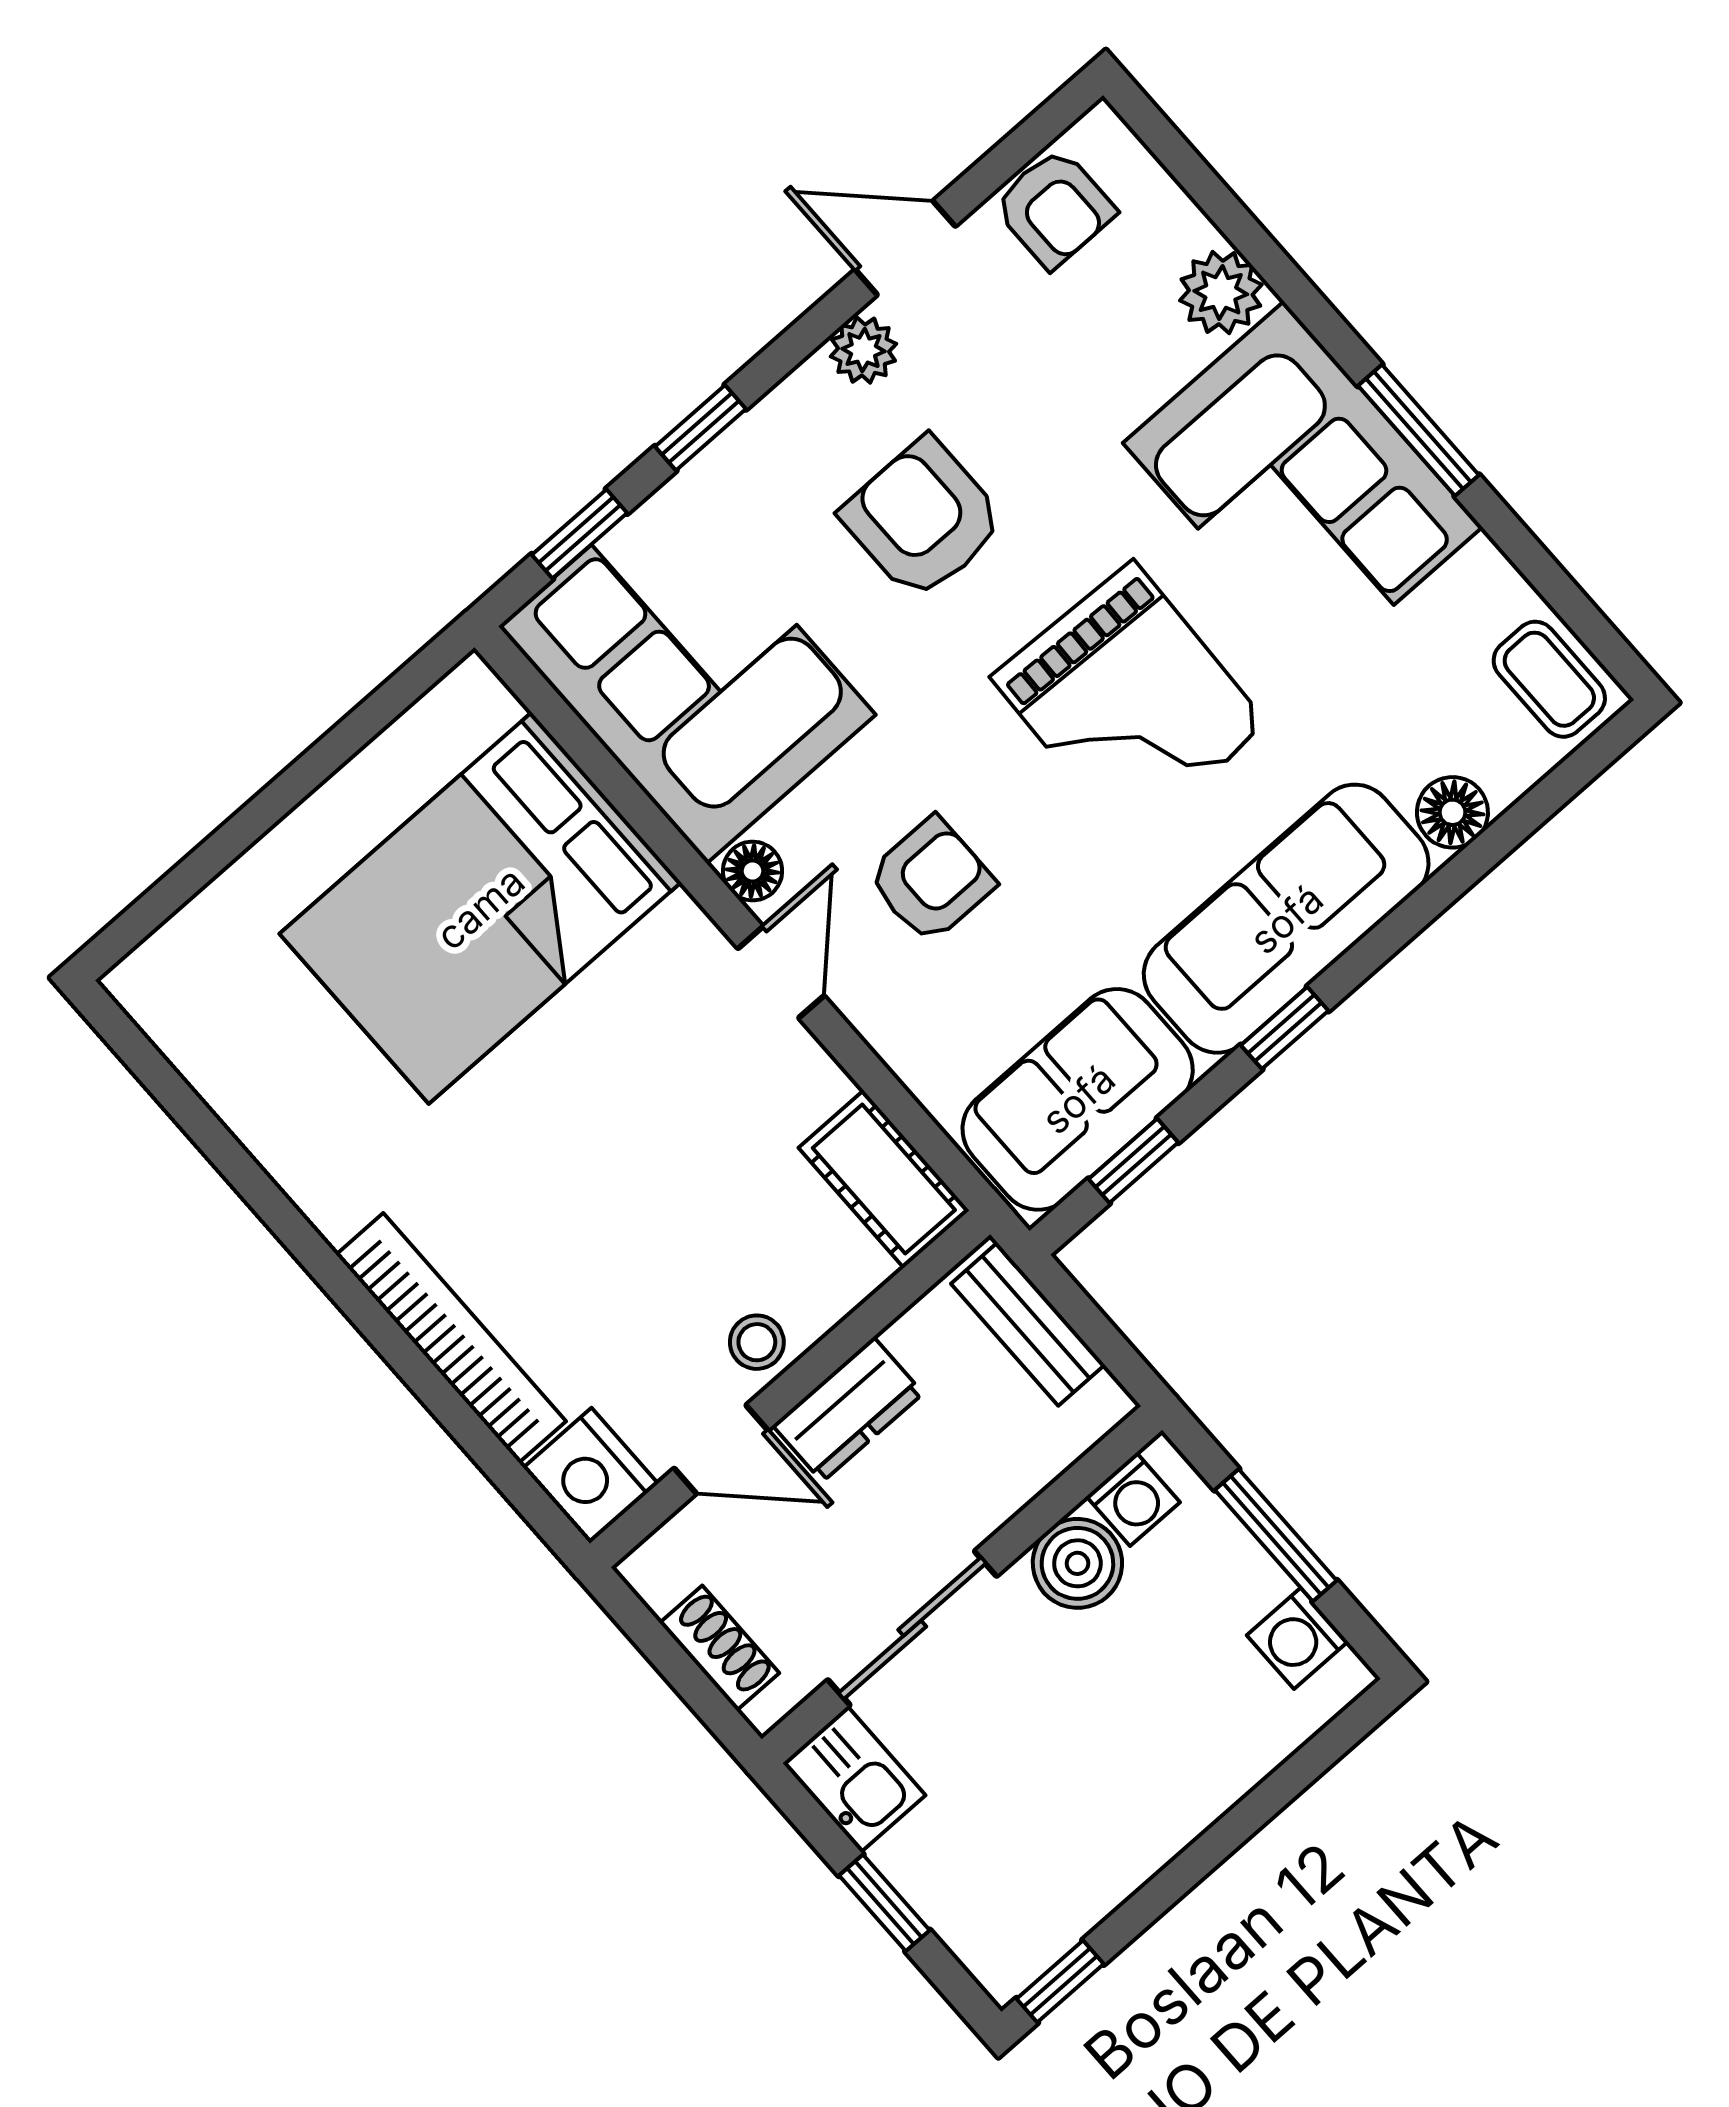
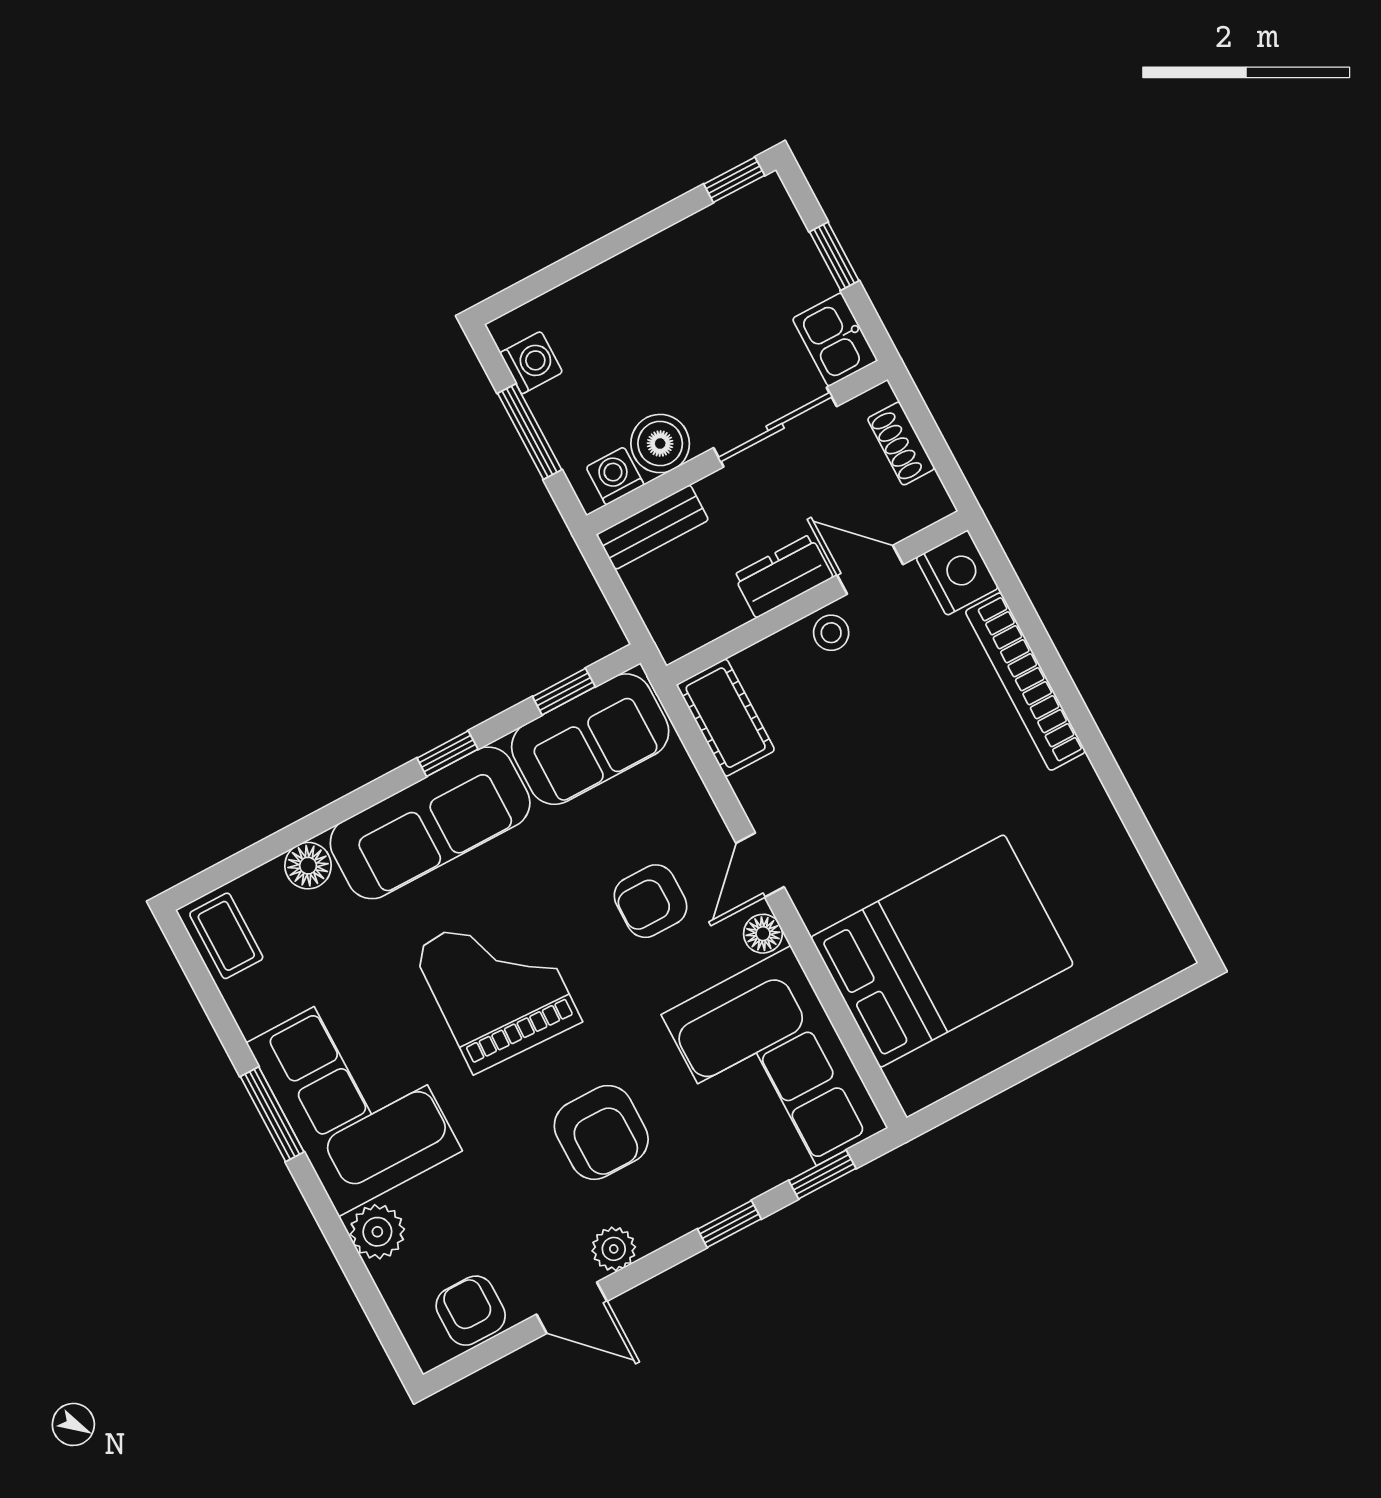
bench: (1028, 1324) -> (652, 527), moved, turned 90

